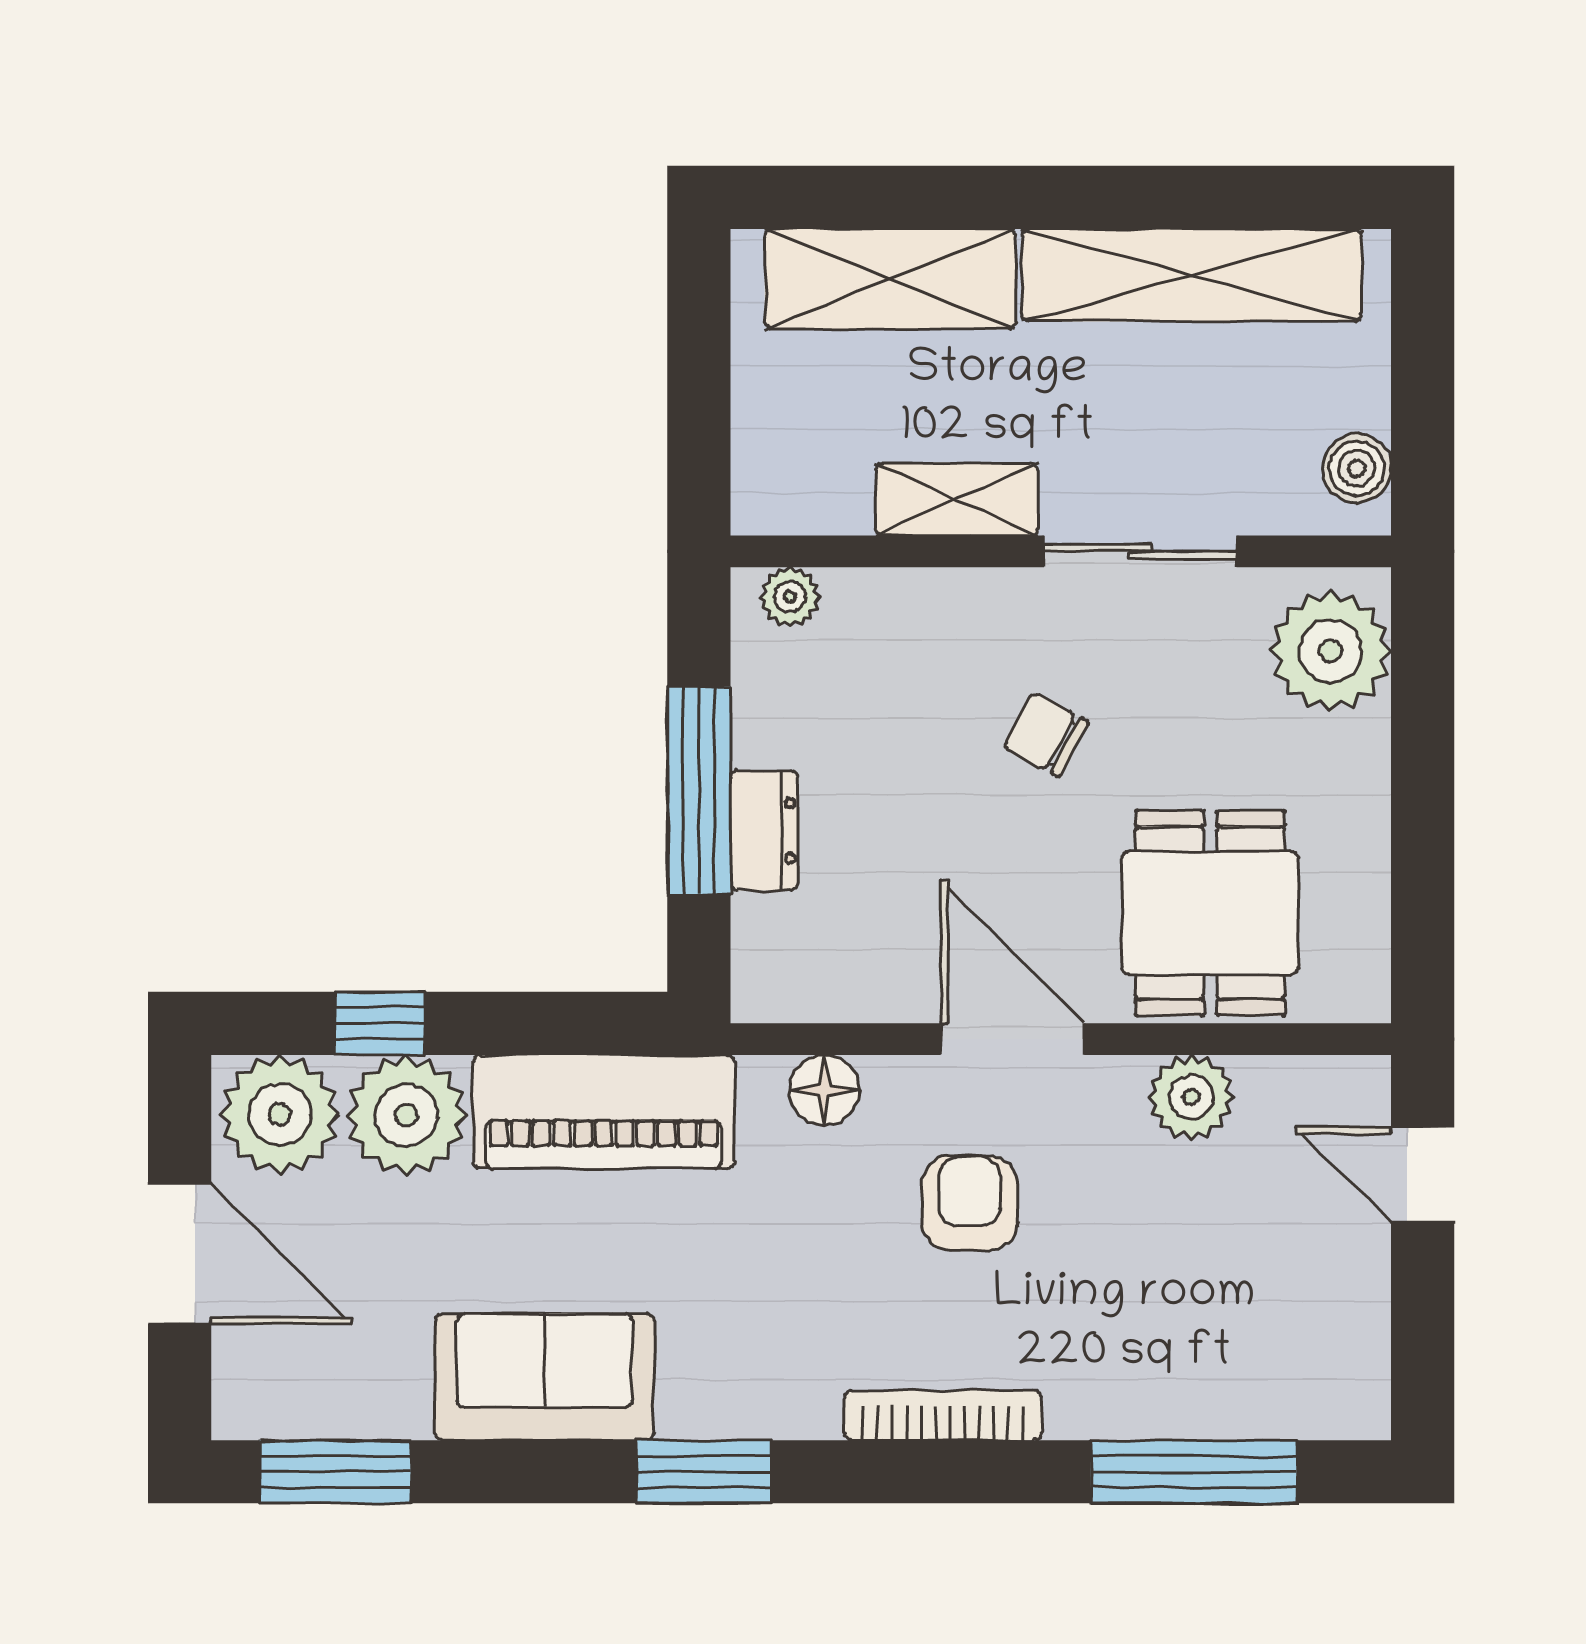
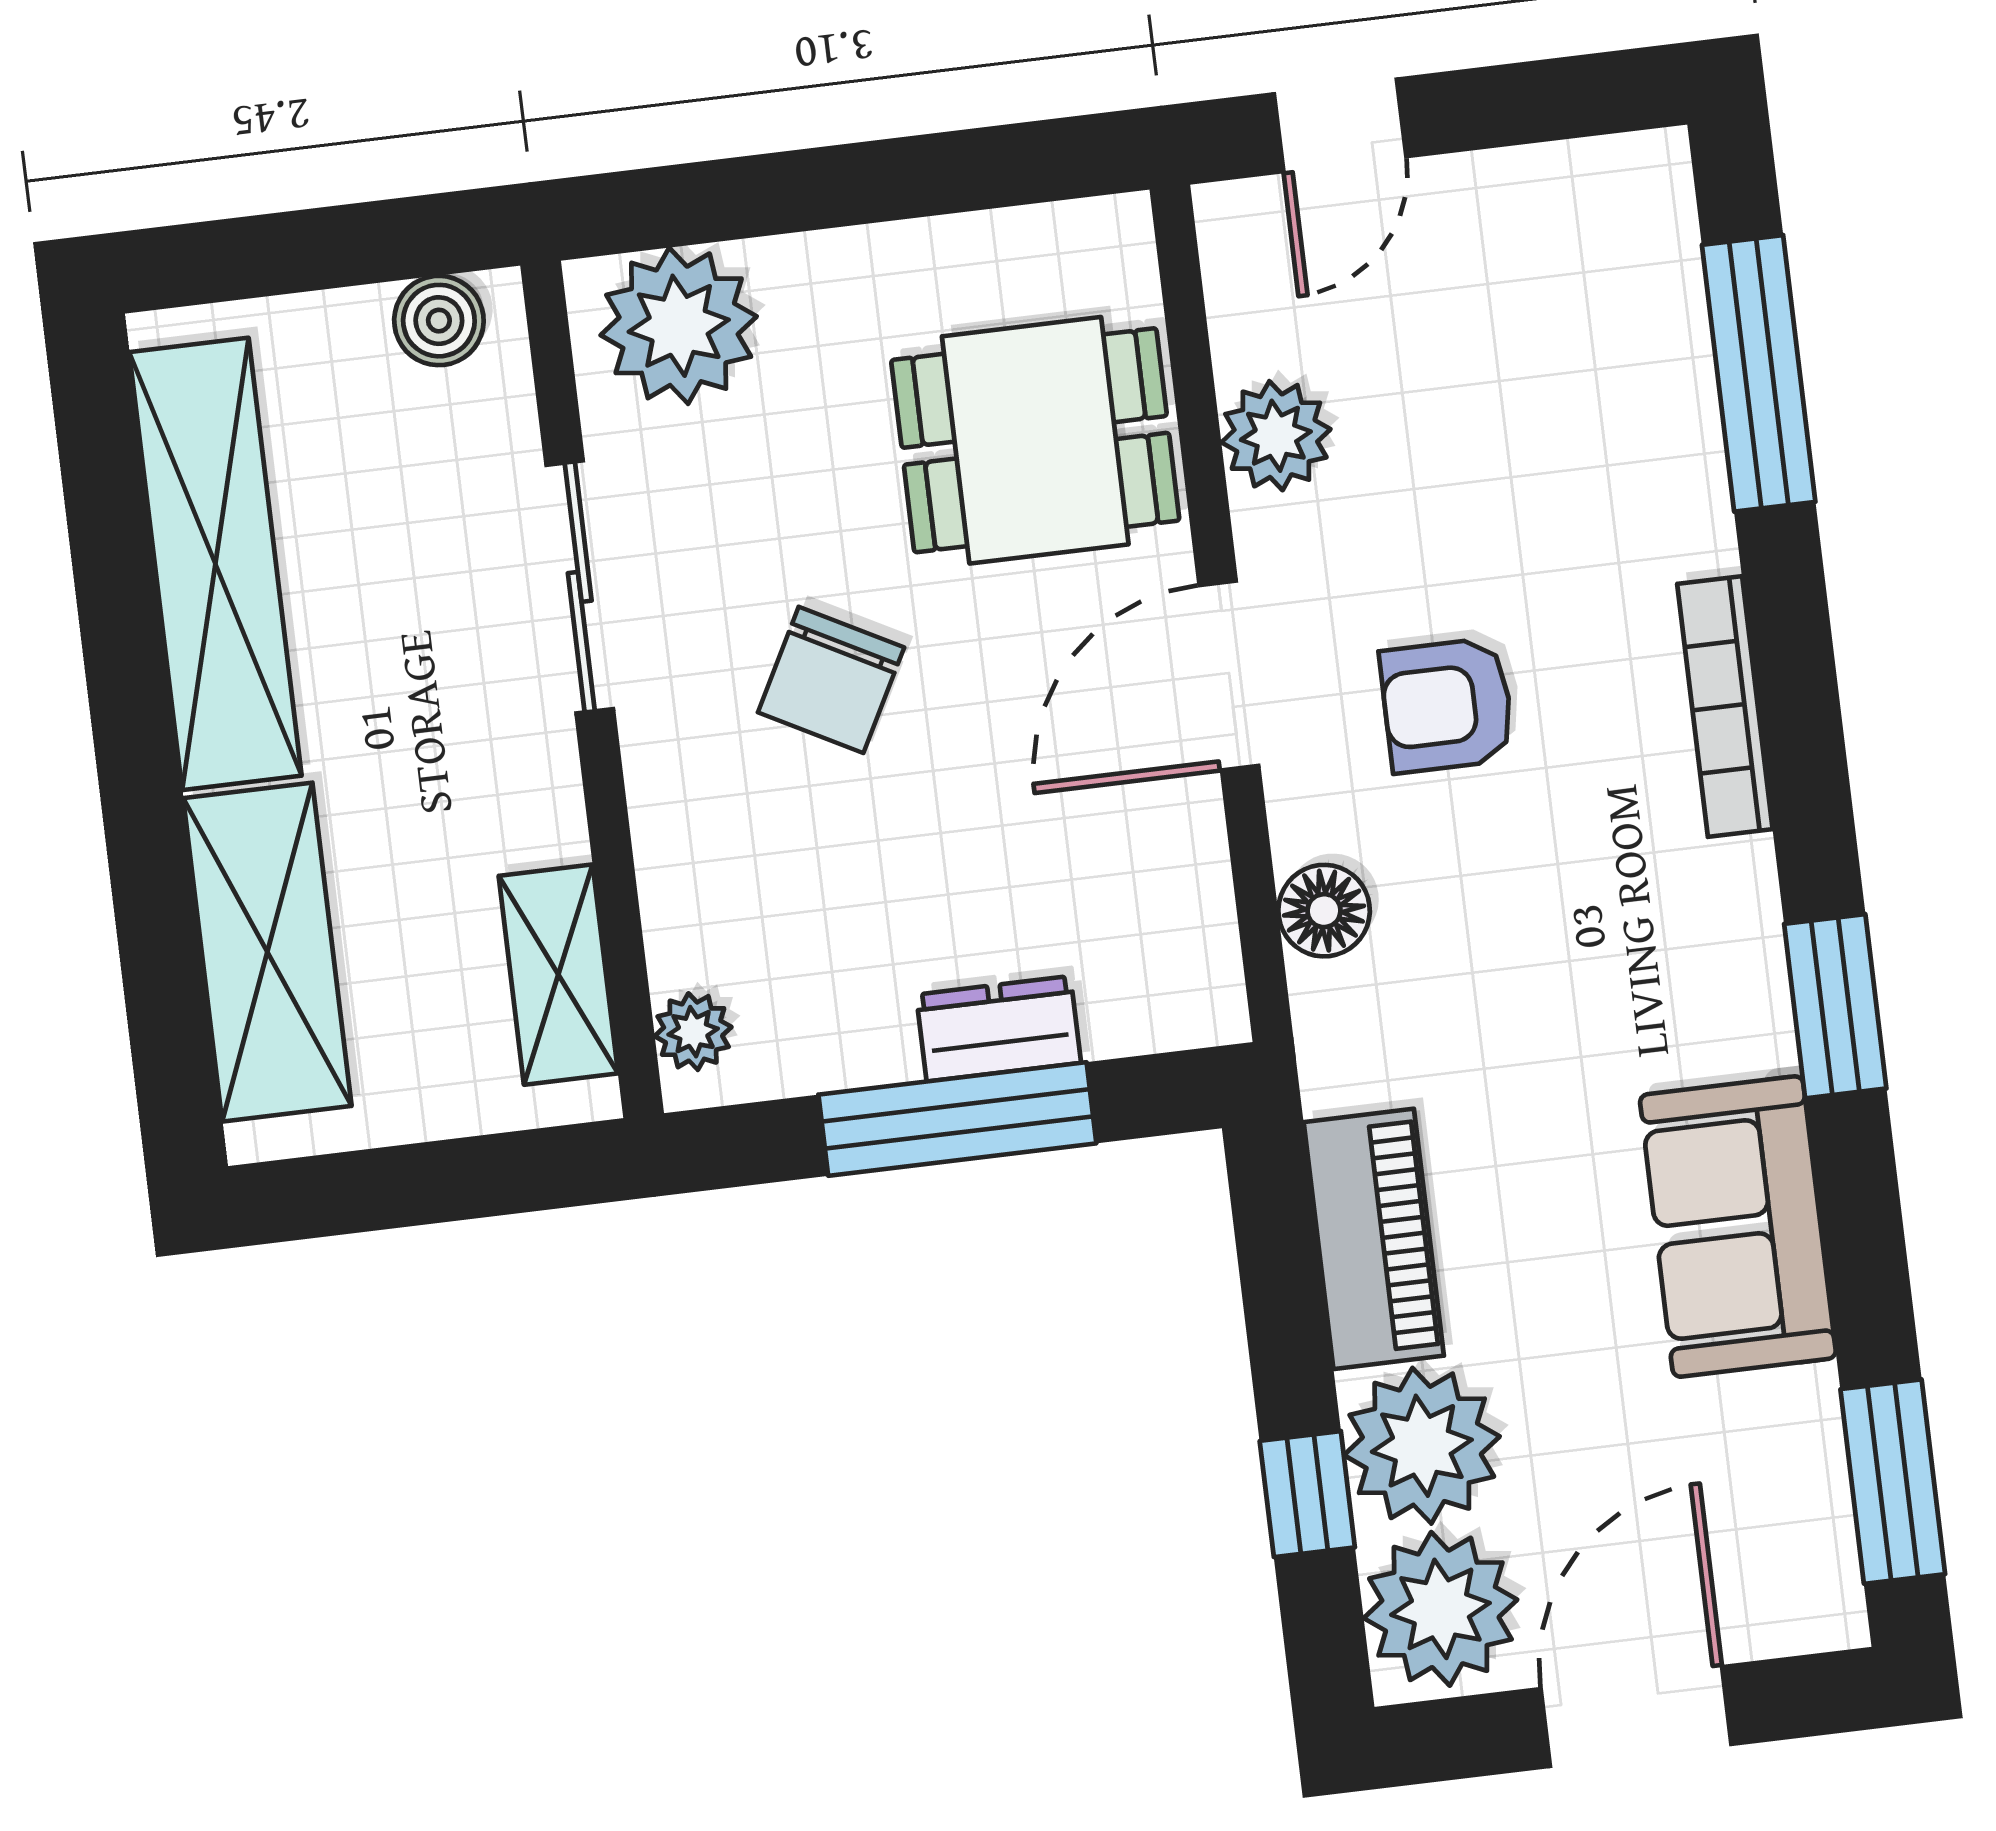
shelving: (957, 499) -> (558, 975), moved
chair: (1046, 735) -> (831, 680), width x1.37, depth x1.37
piano: (604, 1112) -> (1374, 1239), width x0.73, depth x0.75

